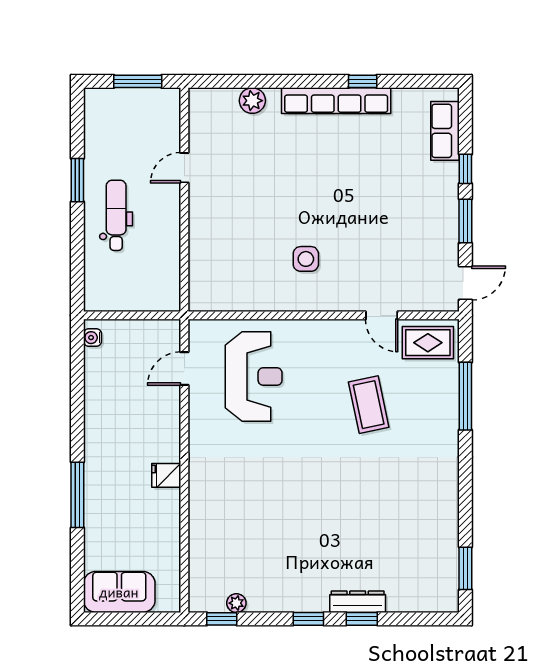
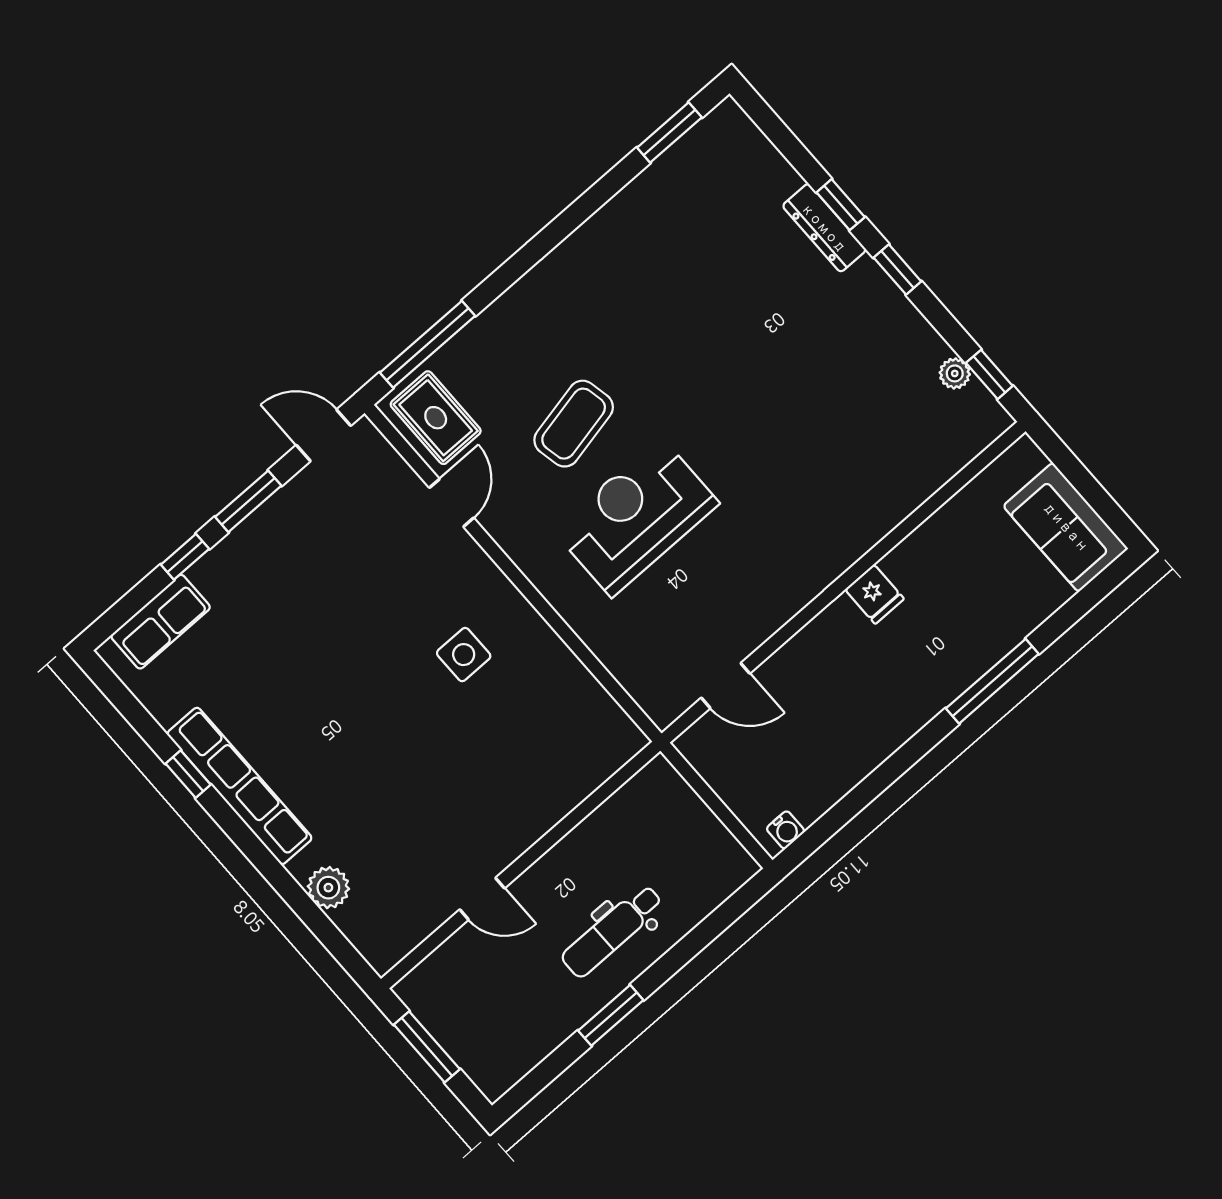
reception desk: (254, 377) -> (636, 517), moved
window: (465, 396) -> (428, 344), moved

